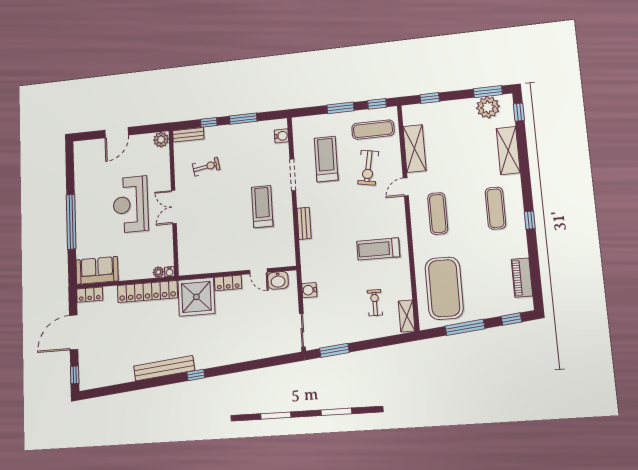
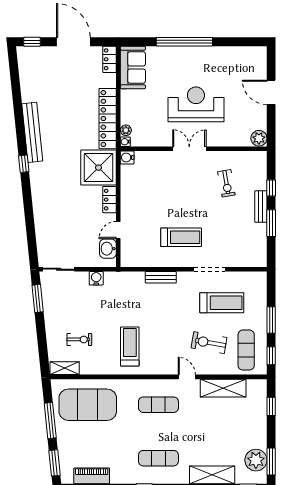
bench: (188, 135) -> (261, 207), moved
water cooler: (281, 136) -> (127, 158), moved, turned 90
window: (511, 319) -> (55, 463), width x1.50

